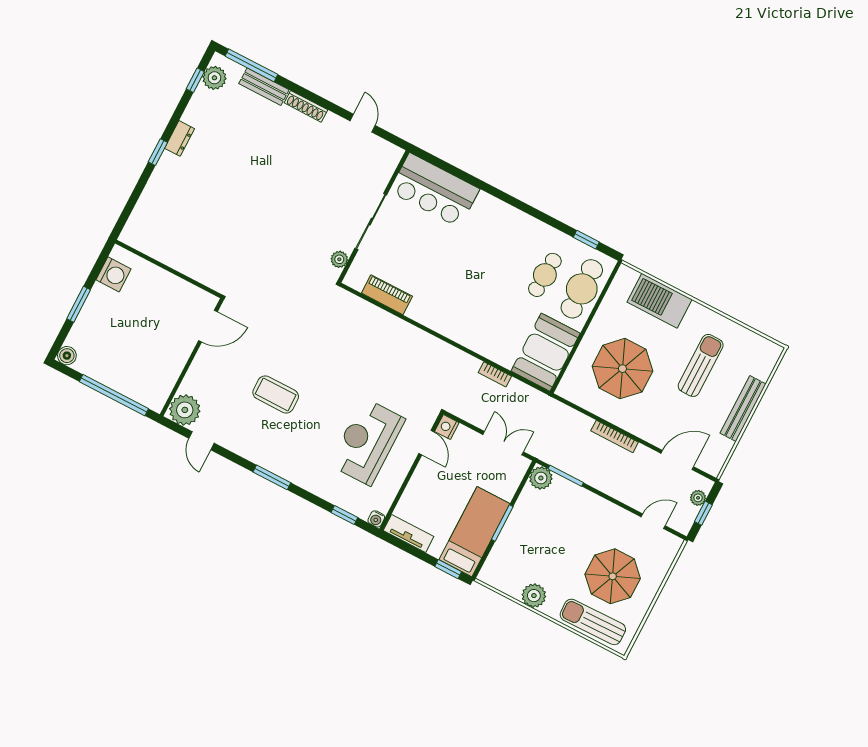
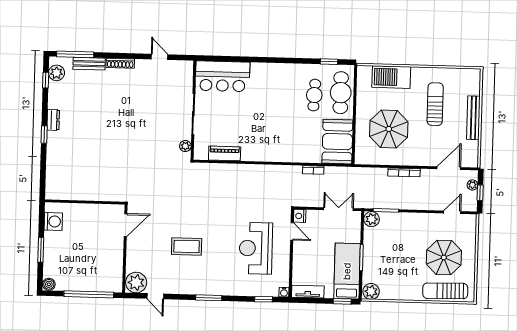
plant: (534, 596) -> (371, 291), moved

